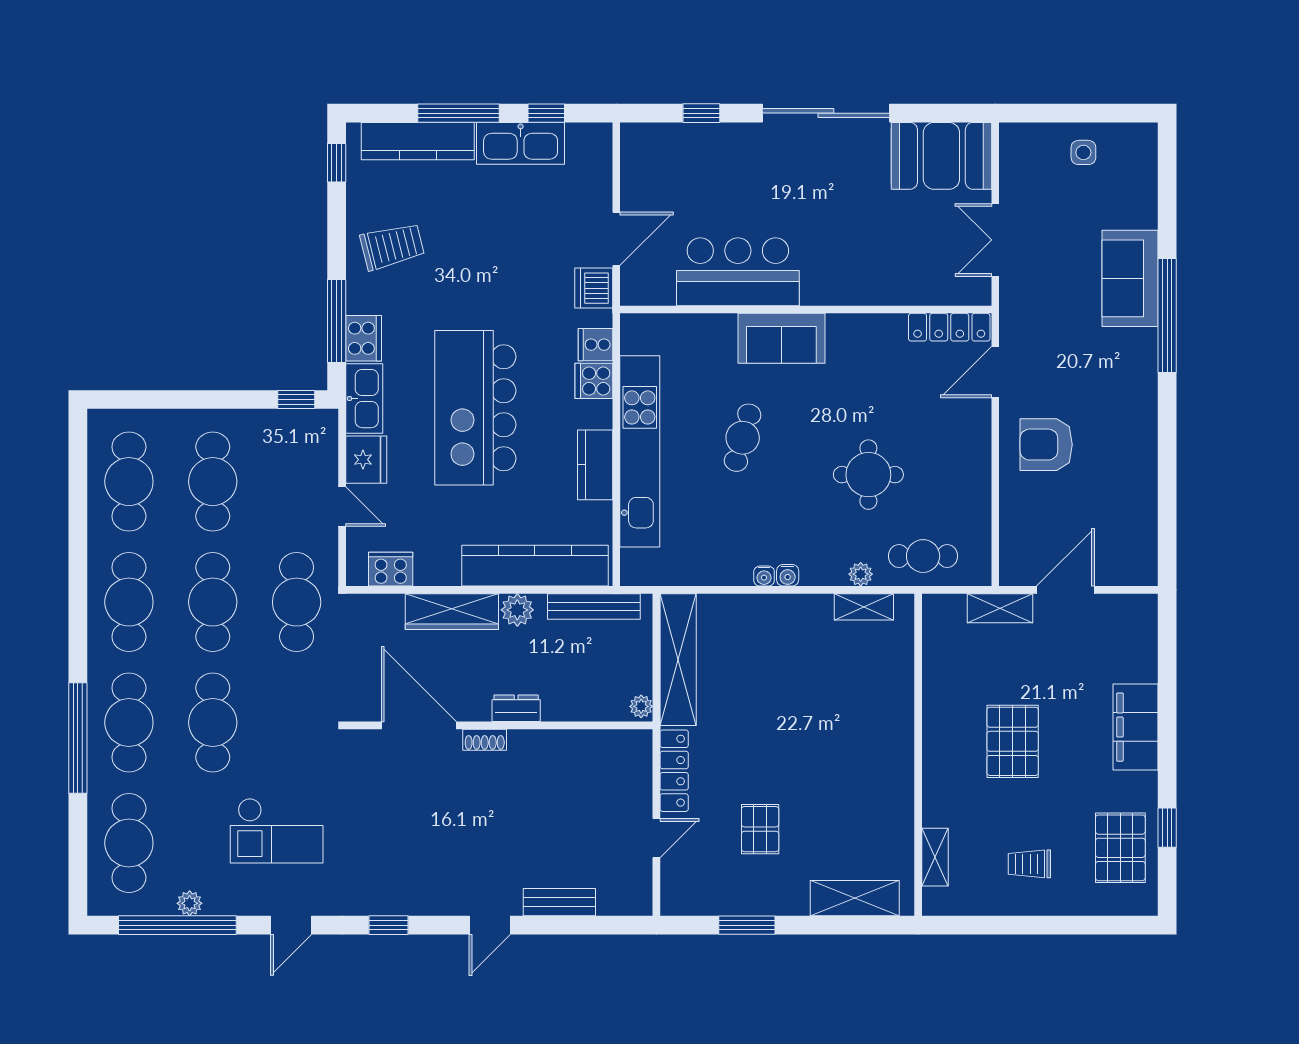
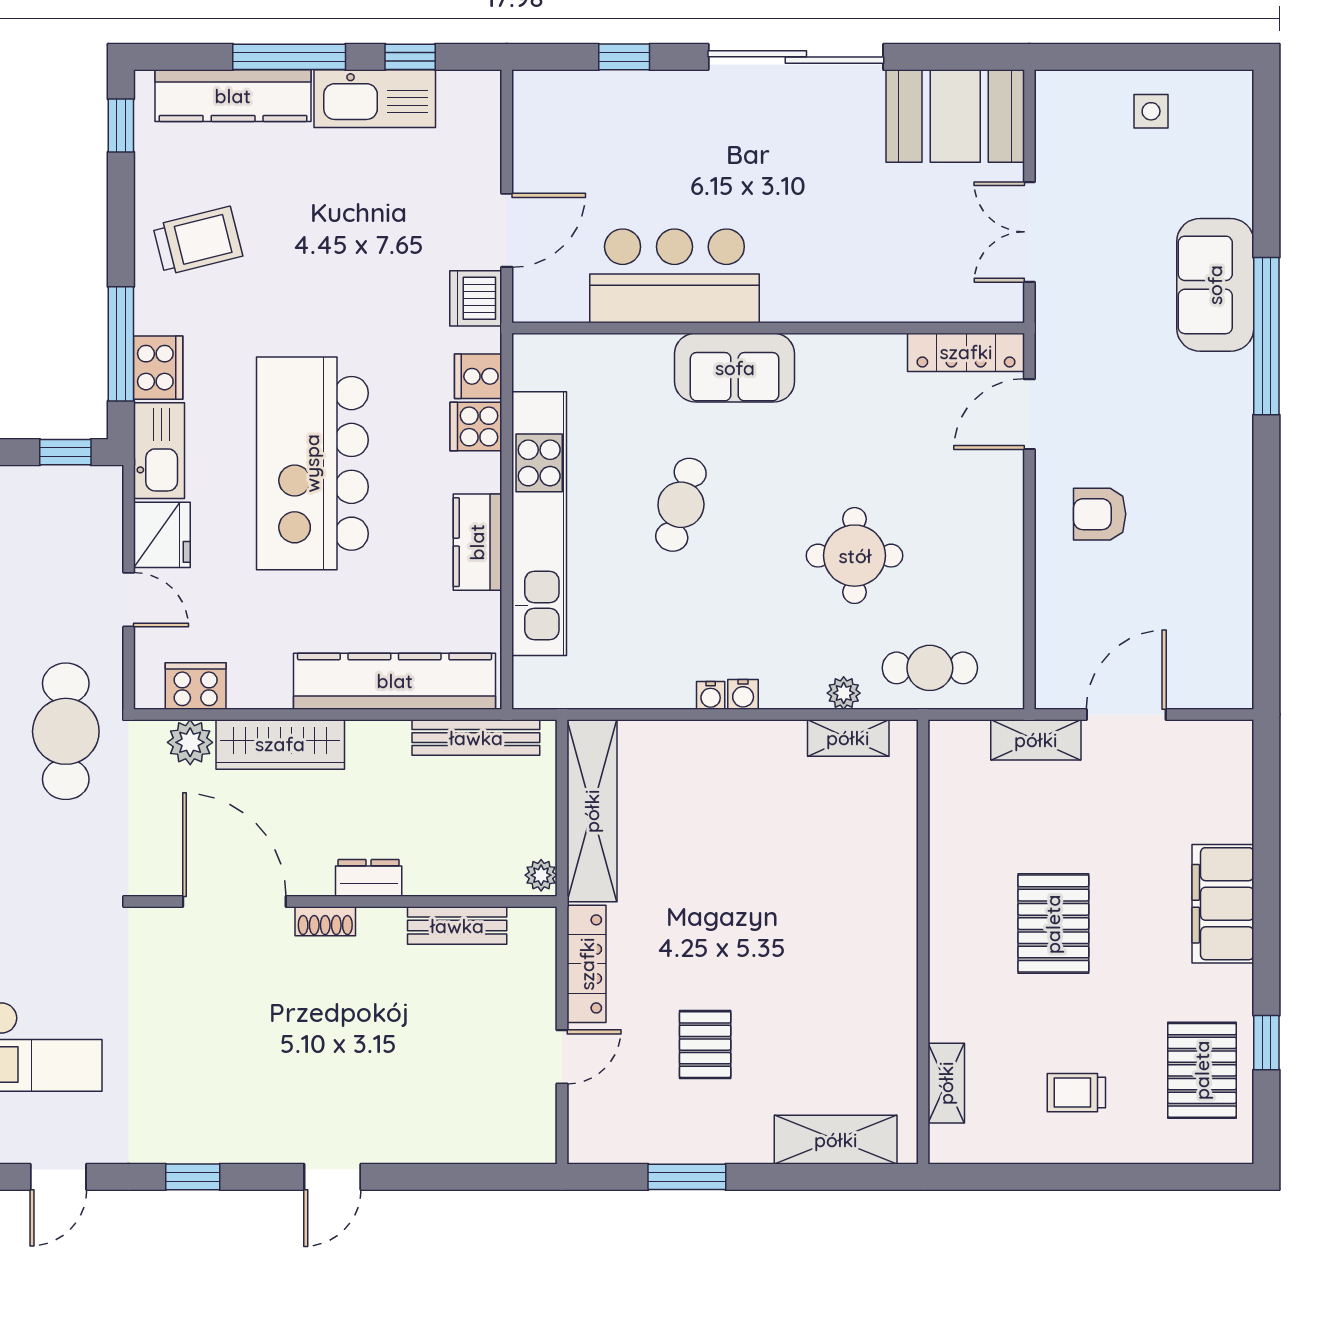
armchair: (1046, 445) -> (1100, 514), width x0.72, depth x0.72
plant: (517, 610) -> (190, 742), moved
bench: (559, 902) -> (457, 926), moved

